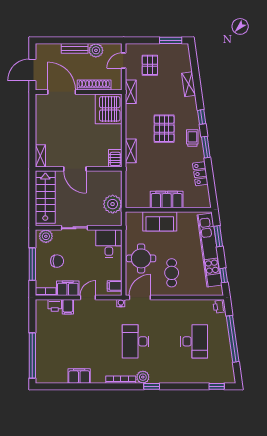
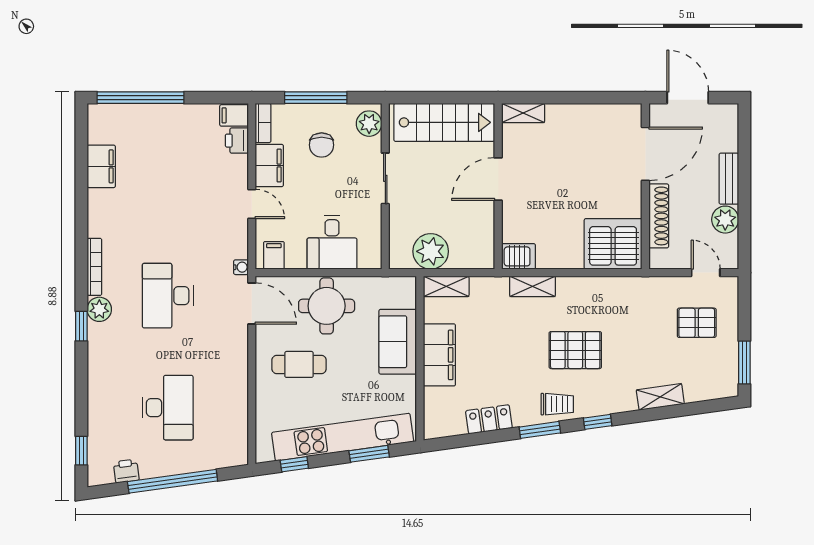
shelving: (131, 92) -> (446, 286), moved
desk: (109, 244) -> (332, 242), moved, turned 90
printer: (219, 306) -> (126, 471), moved
filing cabinet: (68, 307) -> (234, 115), moved
desk: (136, 341) -> (168, 296), turned -90
desk: (194, 341) -> (168, 408), turned -90
filing cabinet: (79, 376) -> (101, 166), moved

